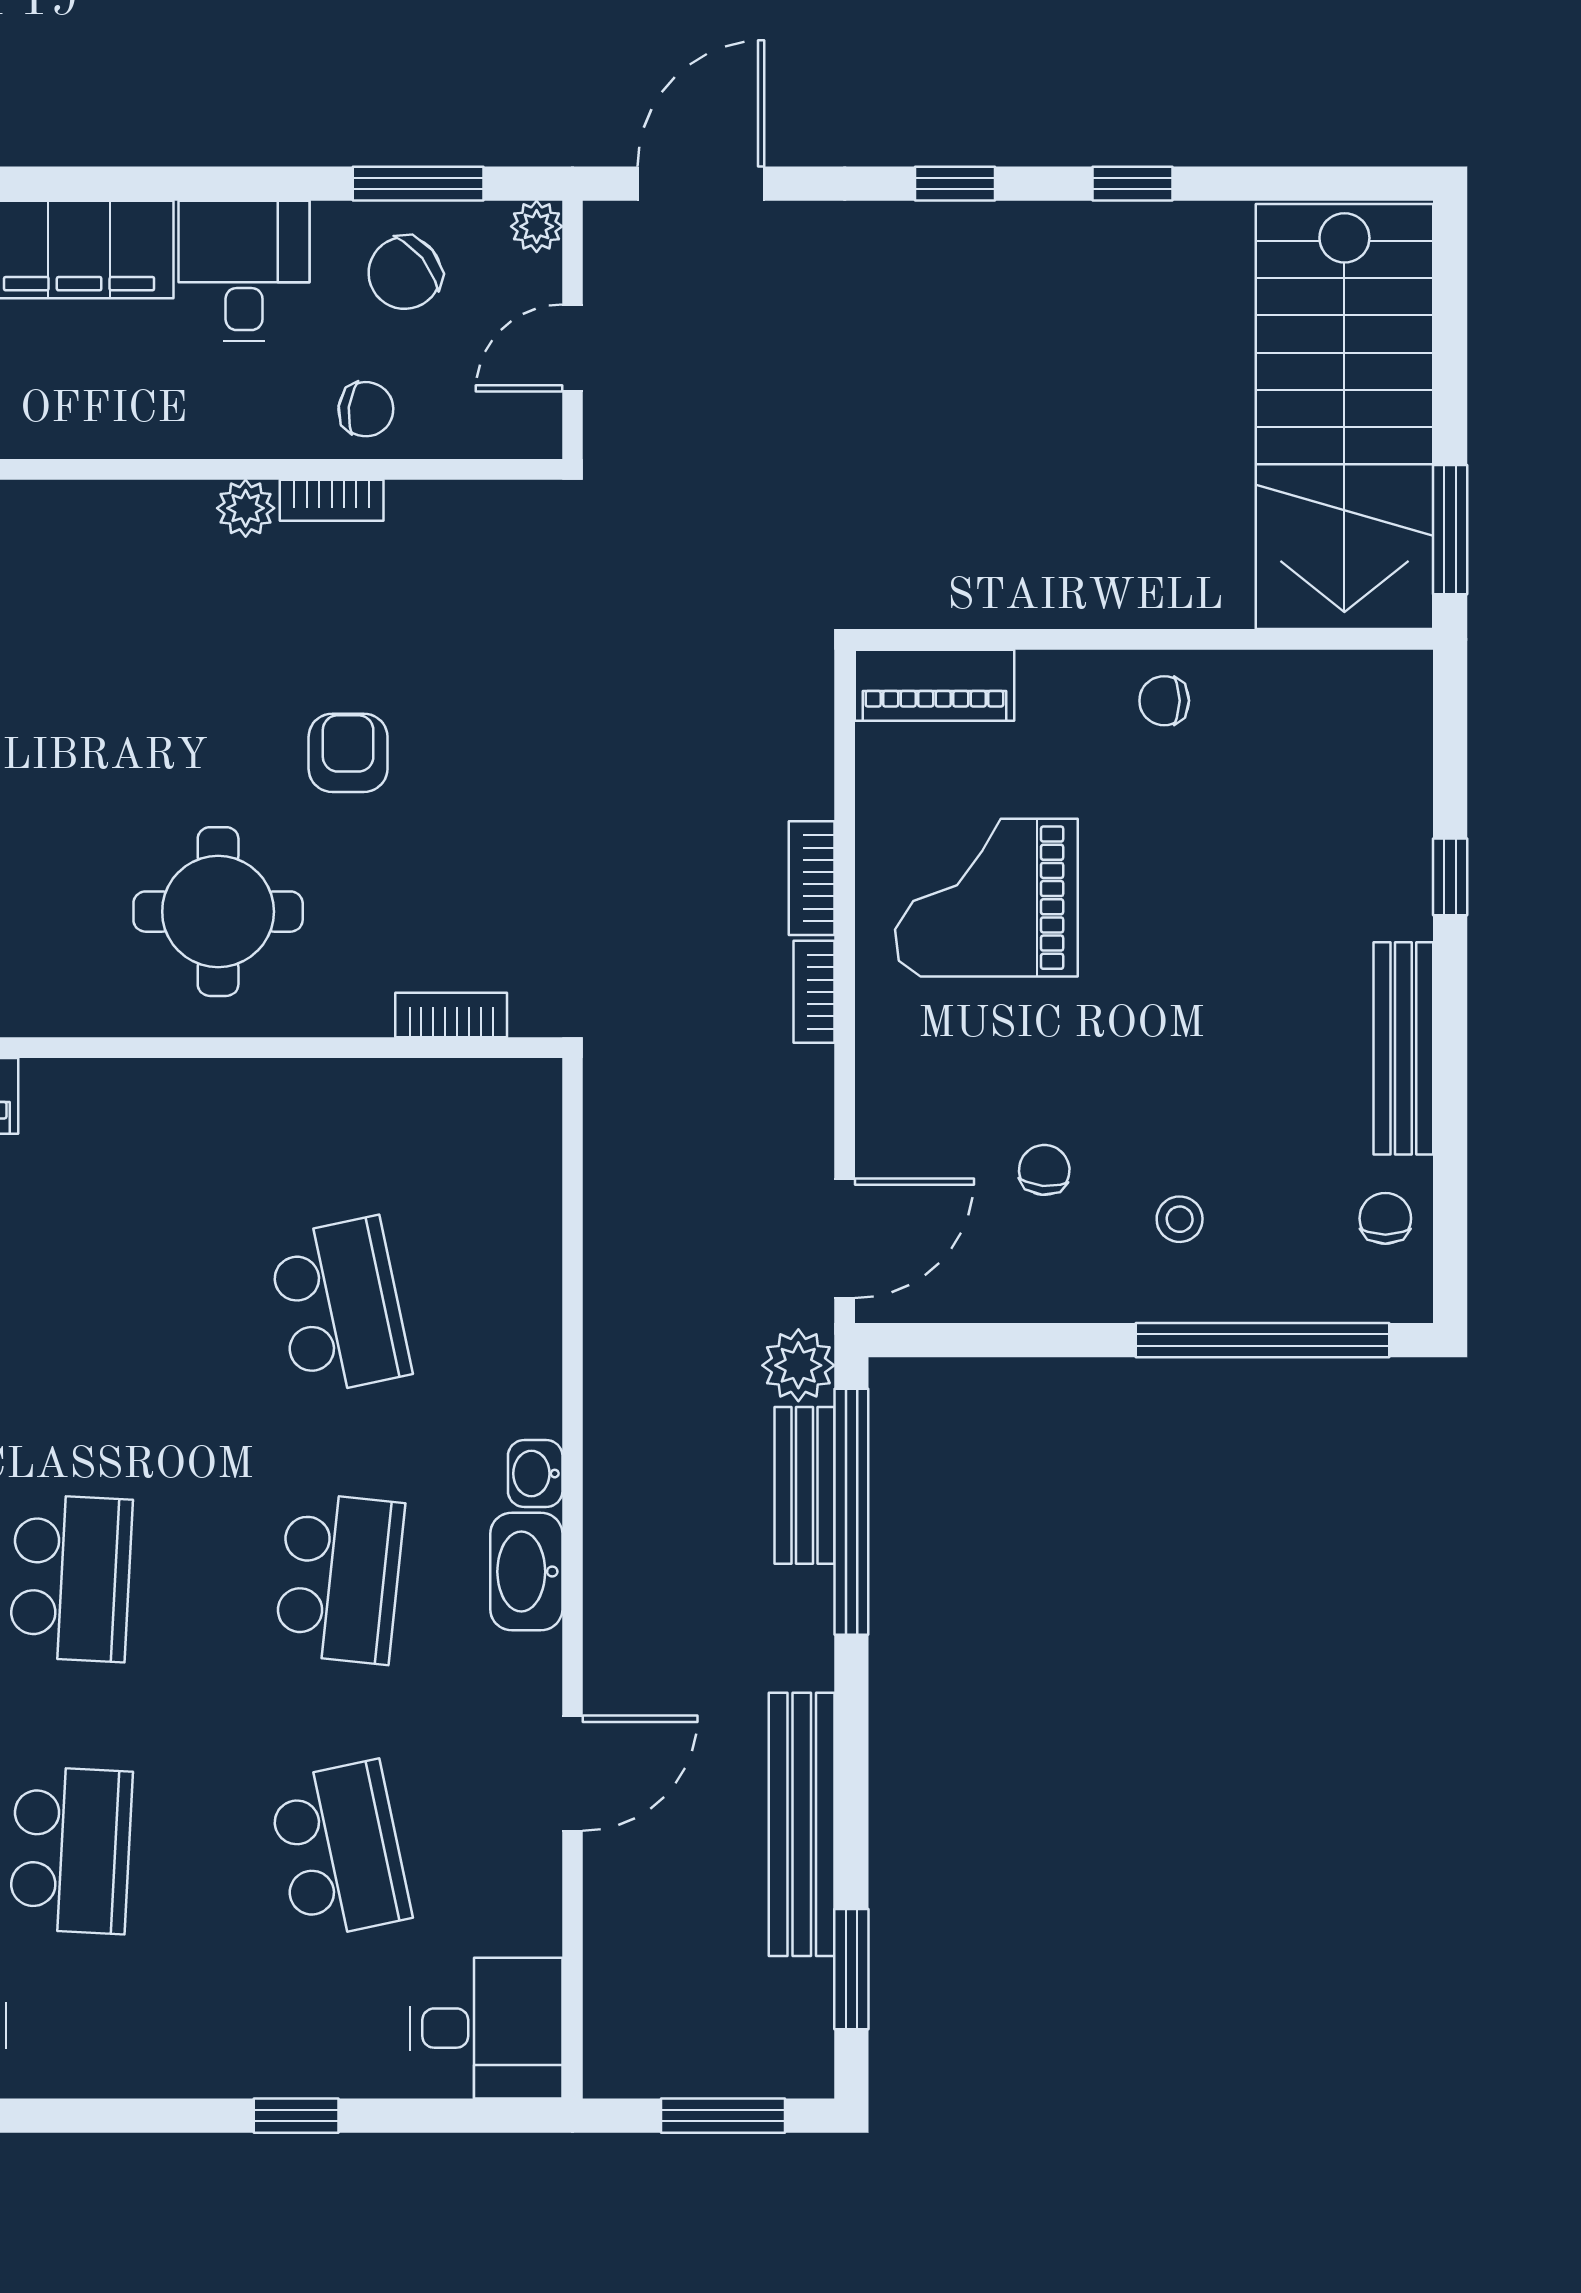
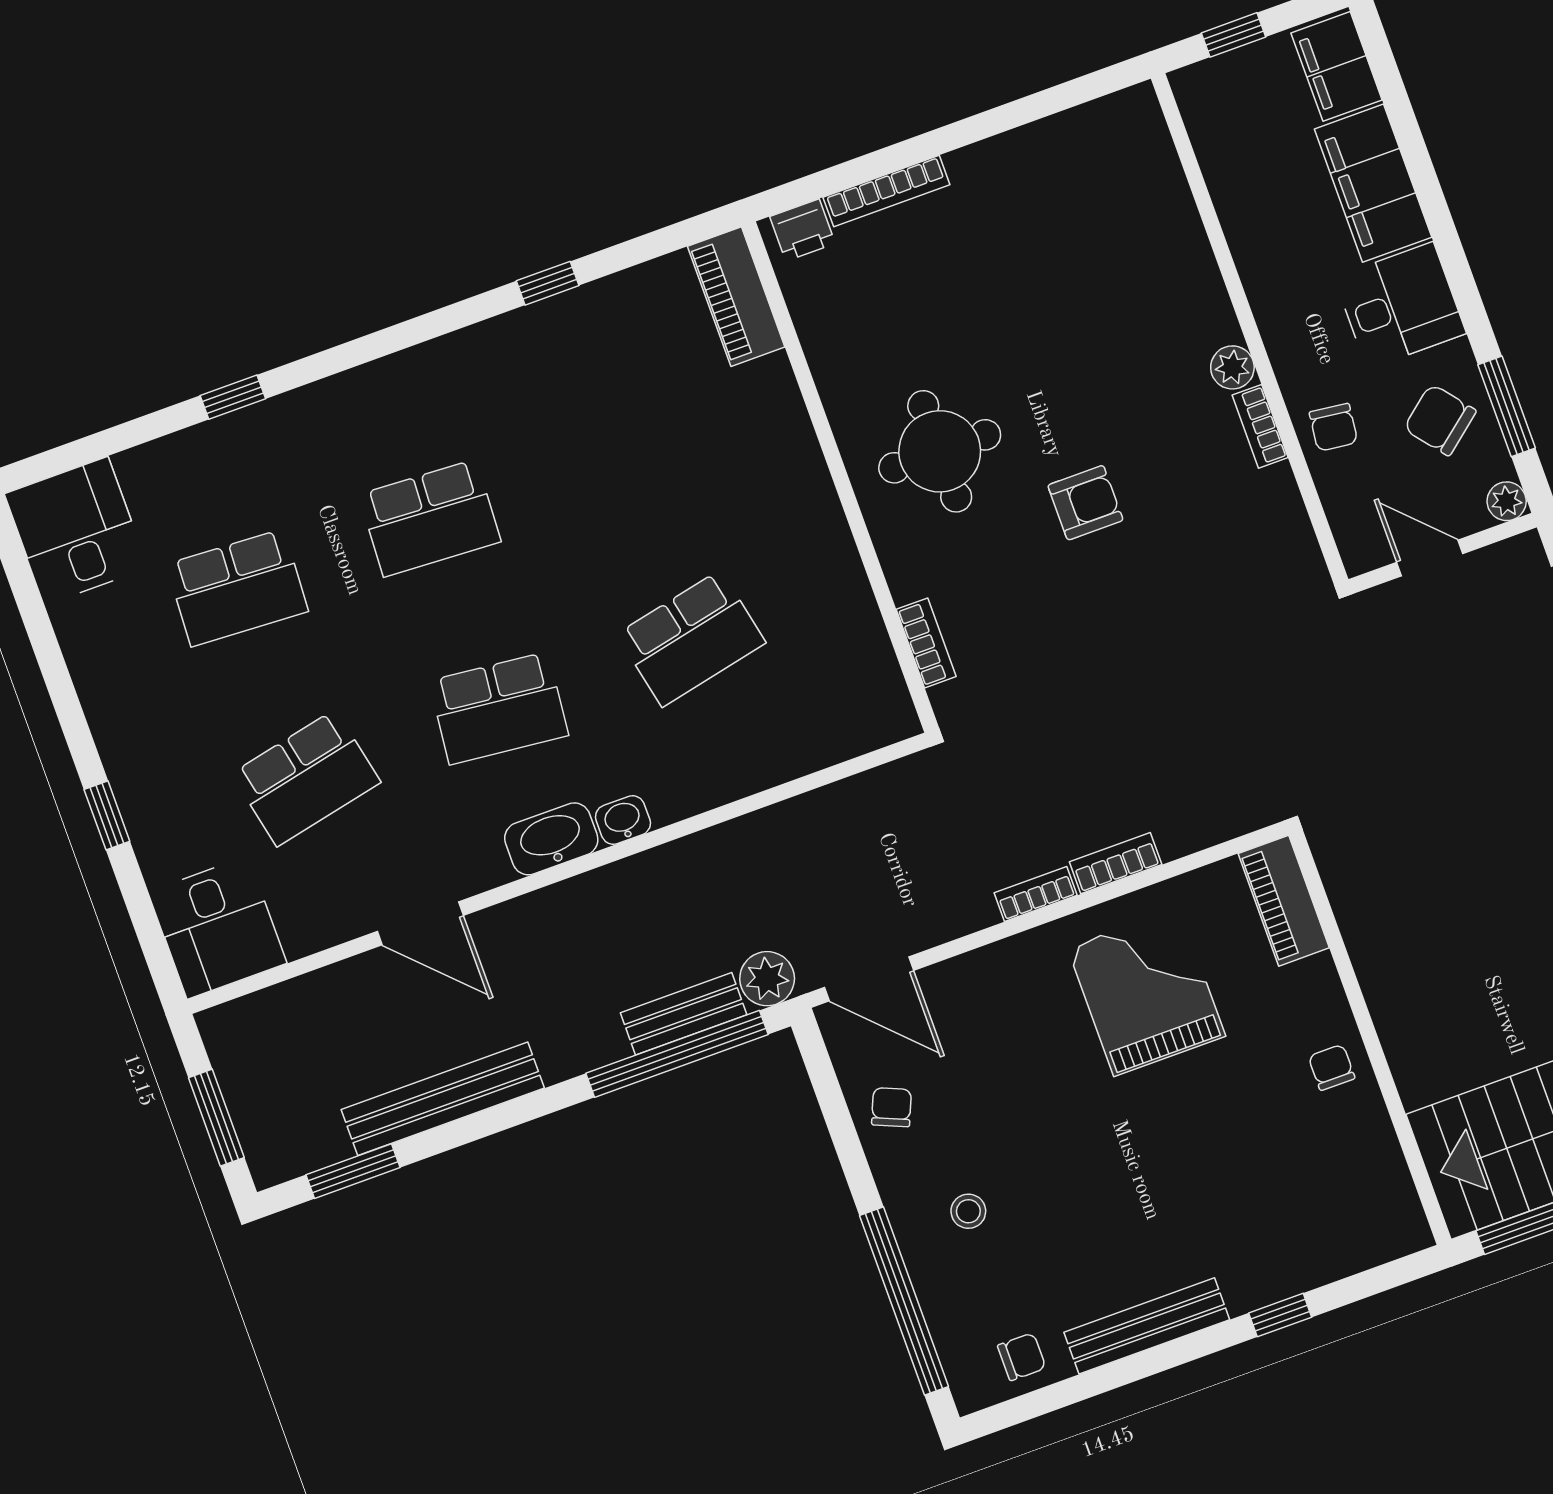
chair: (1044, 1170) -> (892, 1107), moved, turned -72

